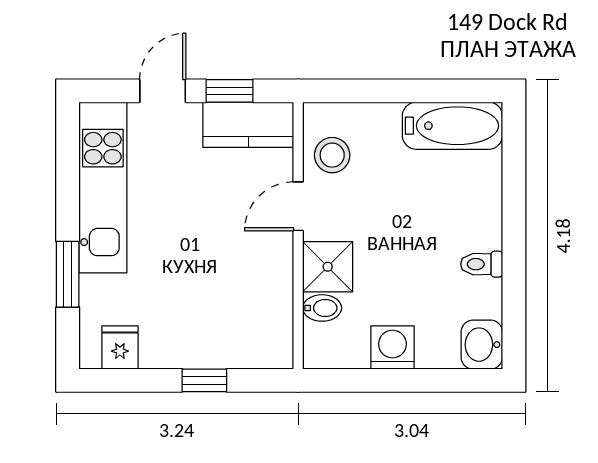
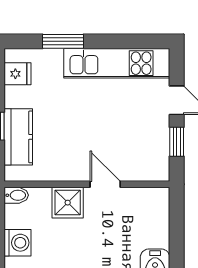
kitchen counter: (248, 125) -> (18, 137), moved, turned 180
stool: (332, 155) -> (137, 205), removed
bidet: (322, 308) -> (16, 195), moved, turned -90

